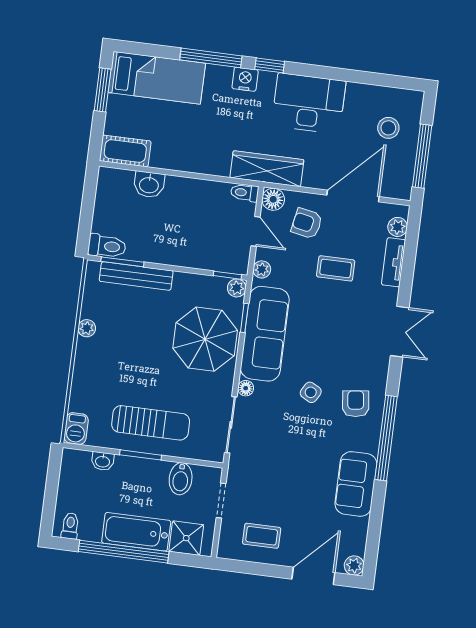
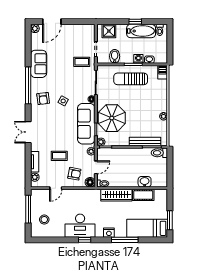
window: (270, 65) -> (85, 240), moved
cot: (125, 151) -> (143, 195), moved
wardrobe: (267, 169) -> (116, 195), moved
door: (353, 196) -> (56, 188), width x0.53
door: (255, 231) -> (96, 167), swing flipped
washing machine: (127, 466) -> (138, 59), added
bathtub: (136, 532) -> (141, 31), moved
coffee table: (262, 536) -> (82, 62), moved
window: (124, 552) -> (135, 22), width x0.32

